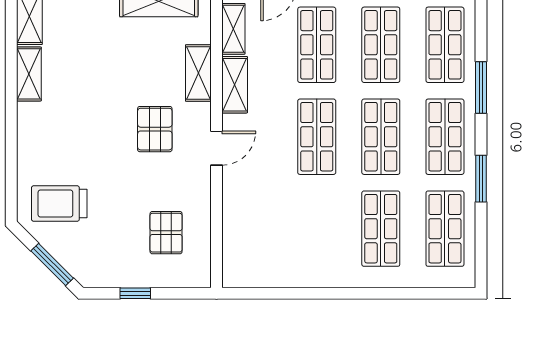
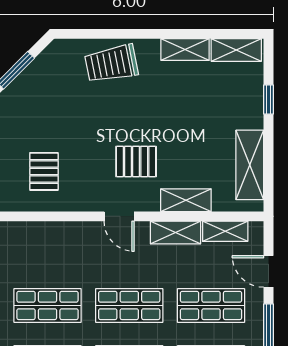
trolley: (59, 204) -> (111, 64), moved, turned -101
shop shelf: (317, 229) -> (48, 305), added
pallet: (166, 233) -> (44, 171), turned 90

